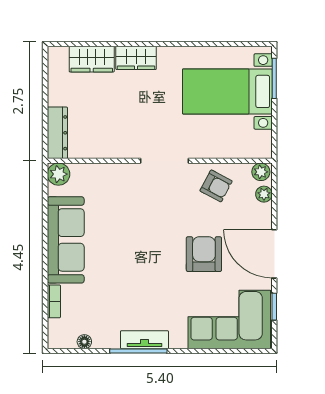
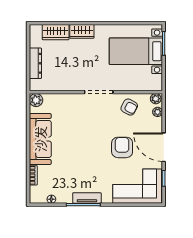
dresser: (57, 133) -> (35, 63), moved

